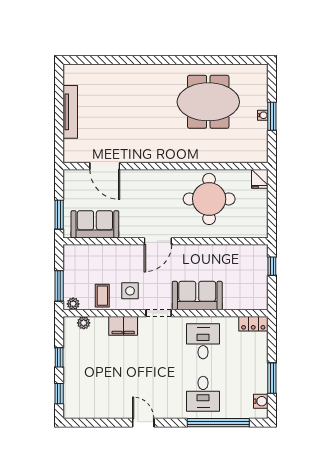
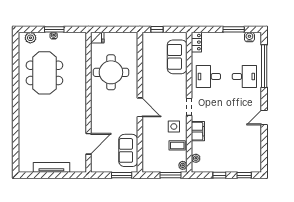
plant: (260, 81) -> (30, 38), added
sofa: (197, 296) -> (177, 57), moved

